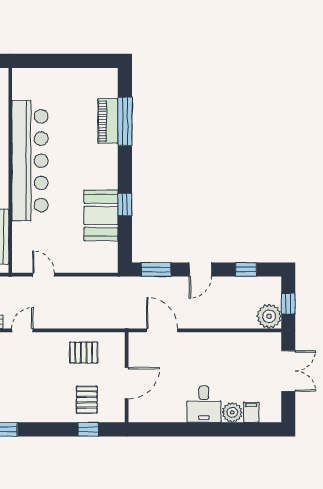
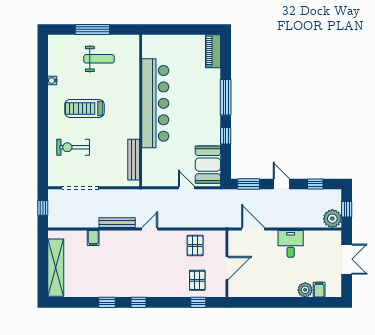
piano: (108, 121) -> (213, 51), moved
window: (125, 121) -> (226, 97), moved
booth: (101, 215) -> (208, 165), moved
door: (200, 269) -> (281, 184), swing flipped
door: (43, 275) -> (187, 188), moved
pallet: (84, 353) -> (195, 245), turned 90
desk: (204, 404) -> (291, 244), moved, turned 180

